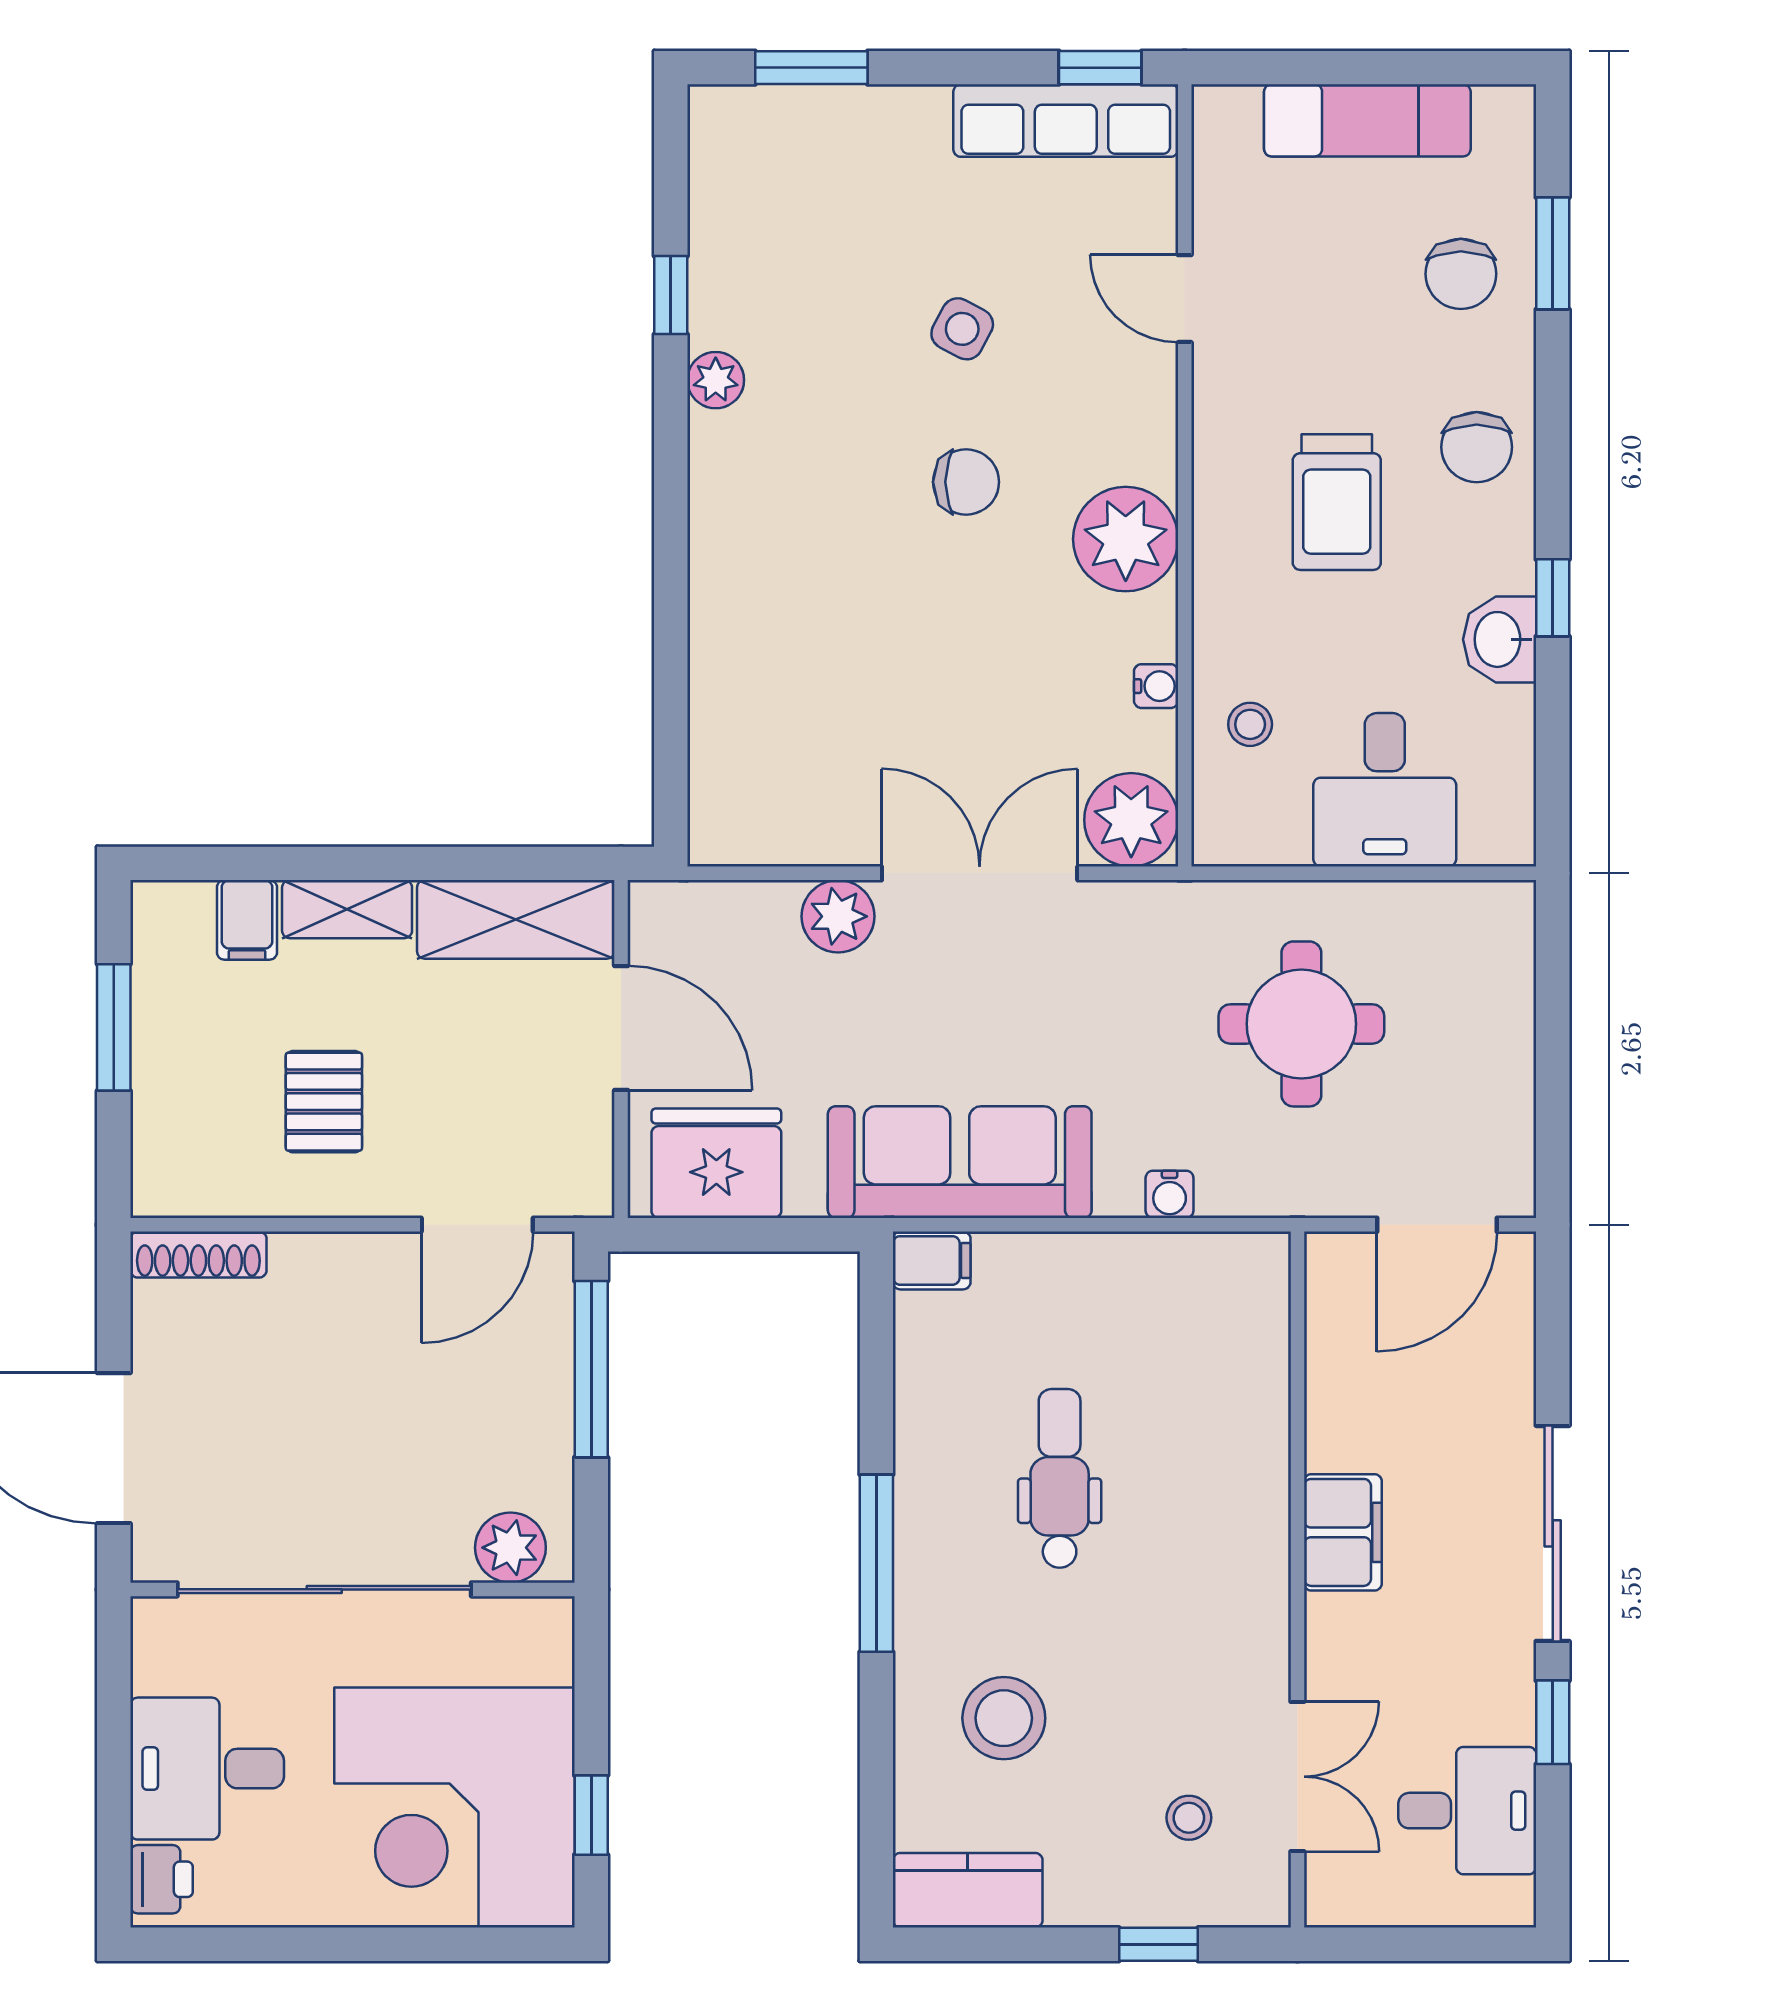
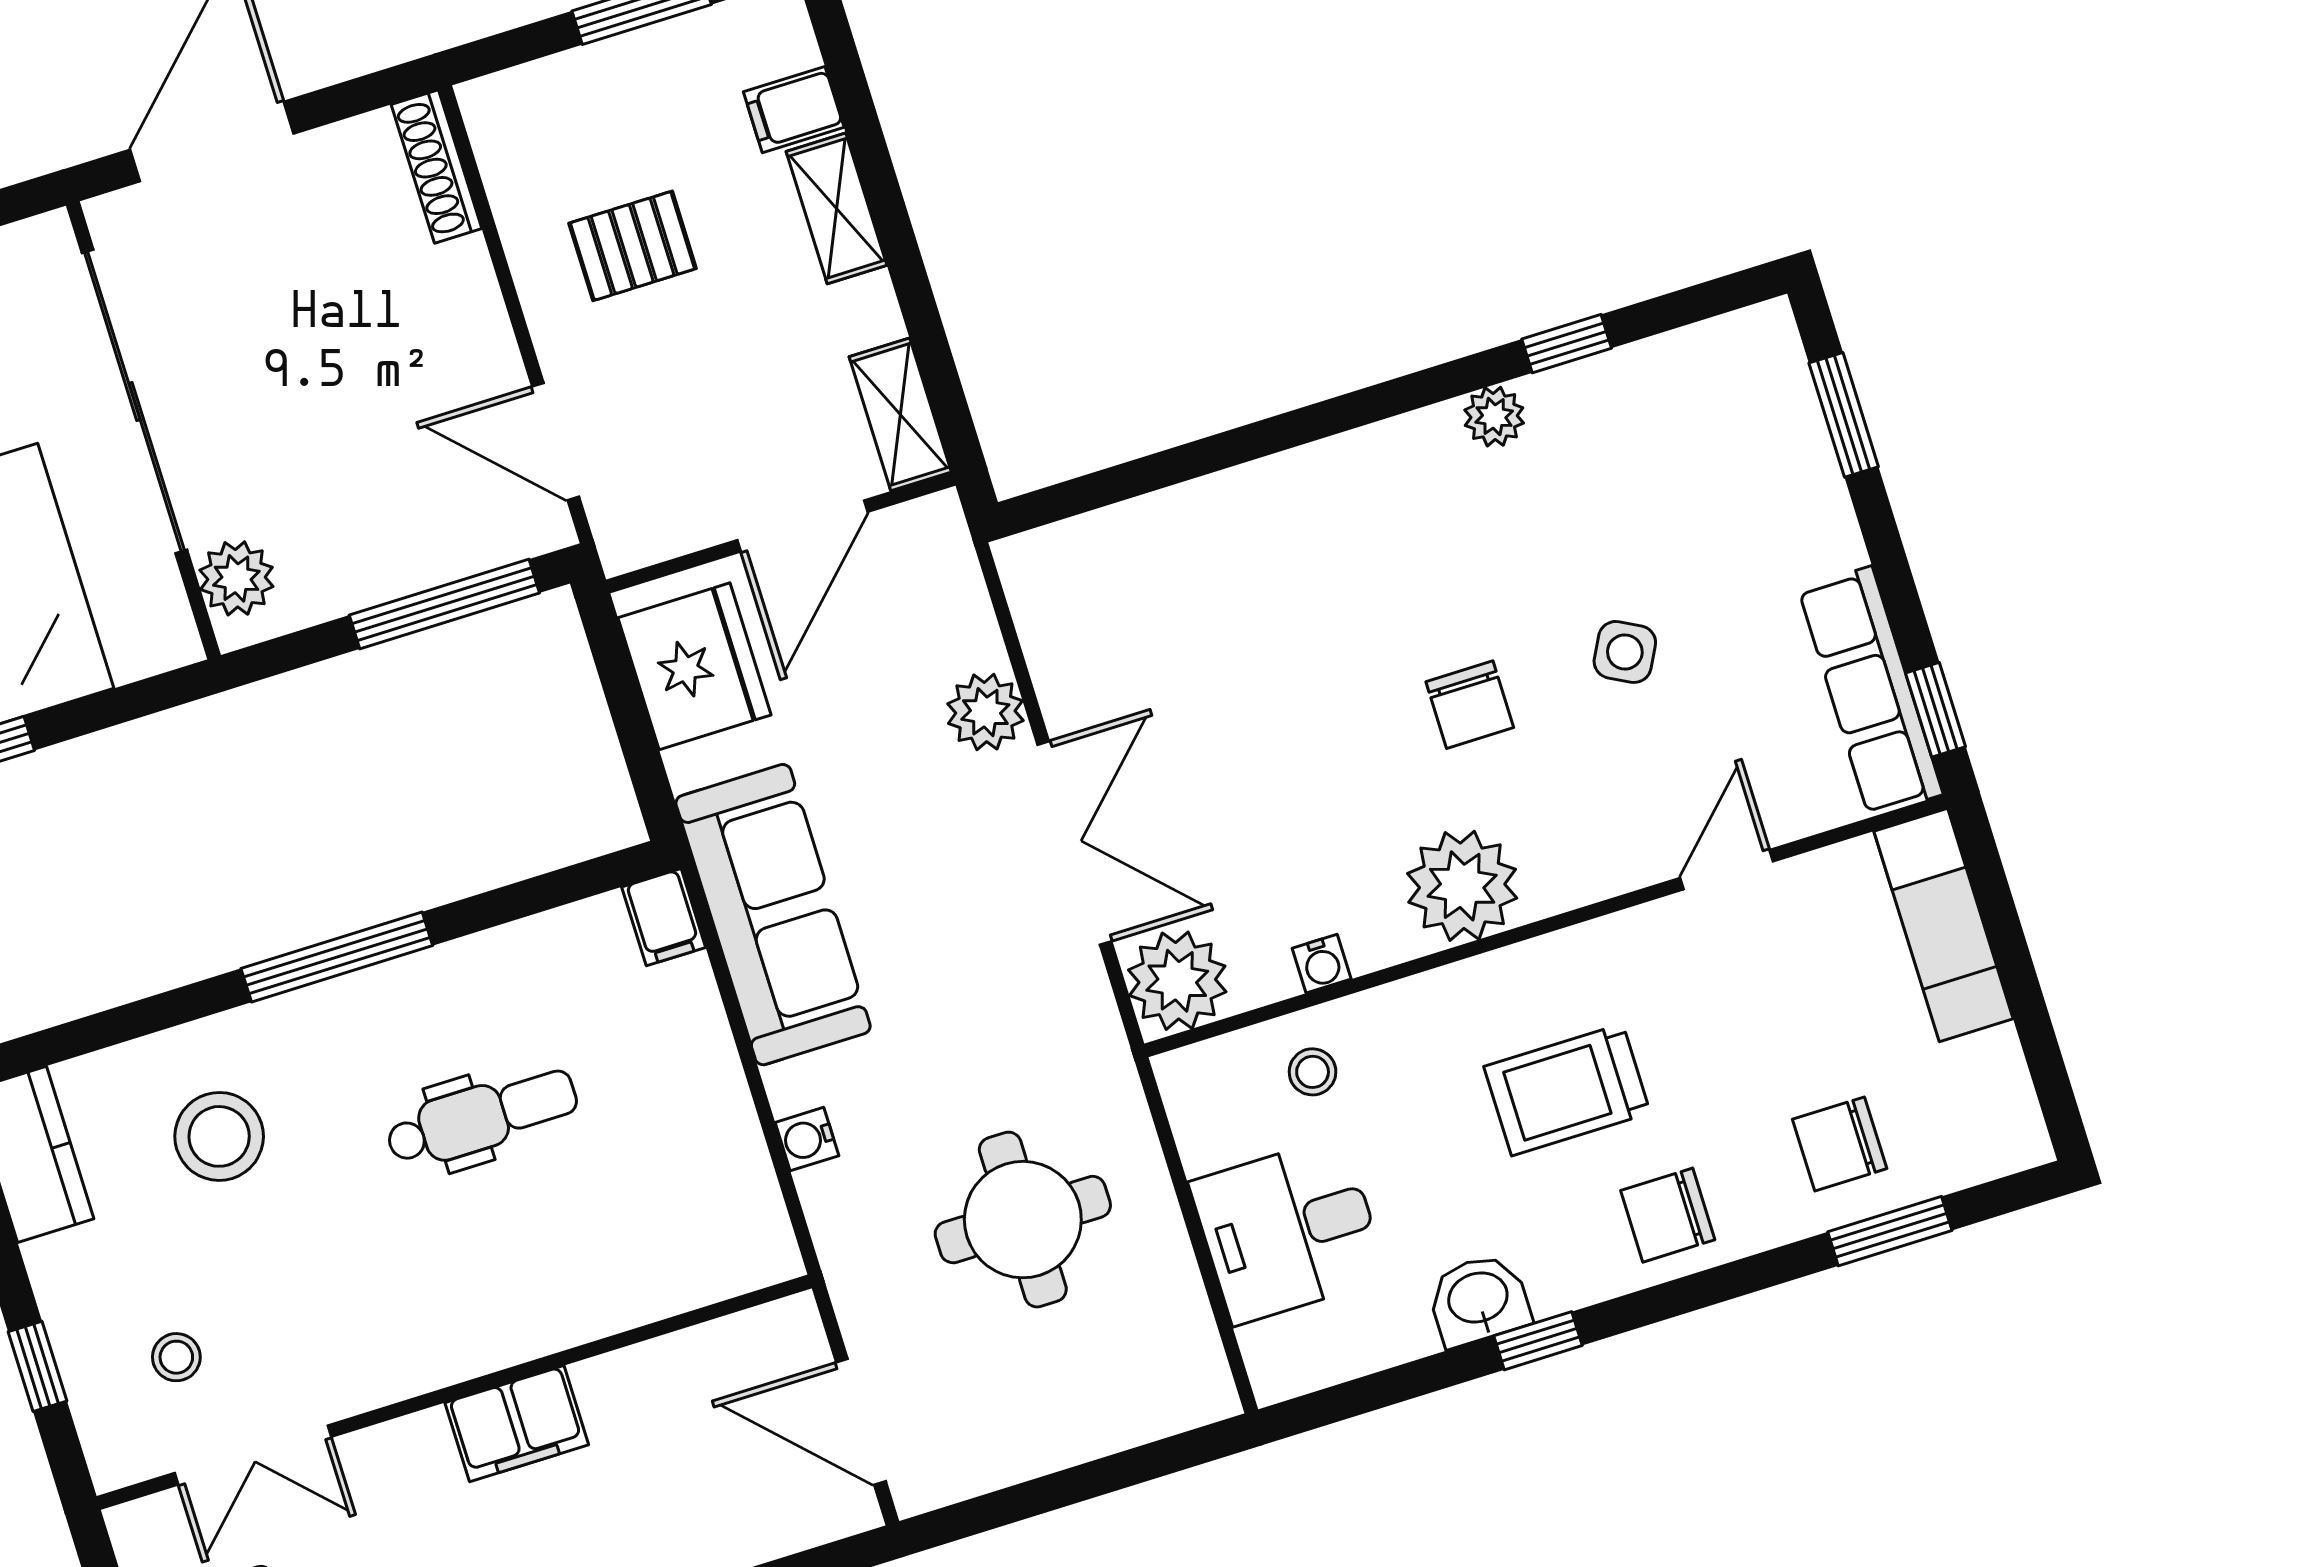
exam couch: (1367, 120) -> (1944, 925), moved
shelving: (516, 919) -> (900, 414), width x0.67, depth x0.75

